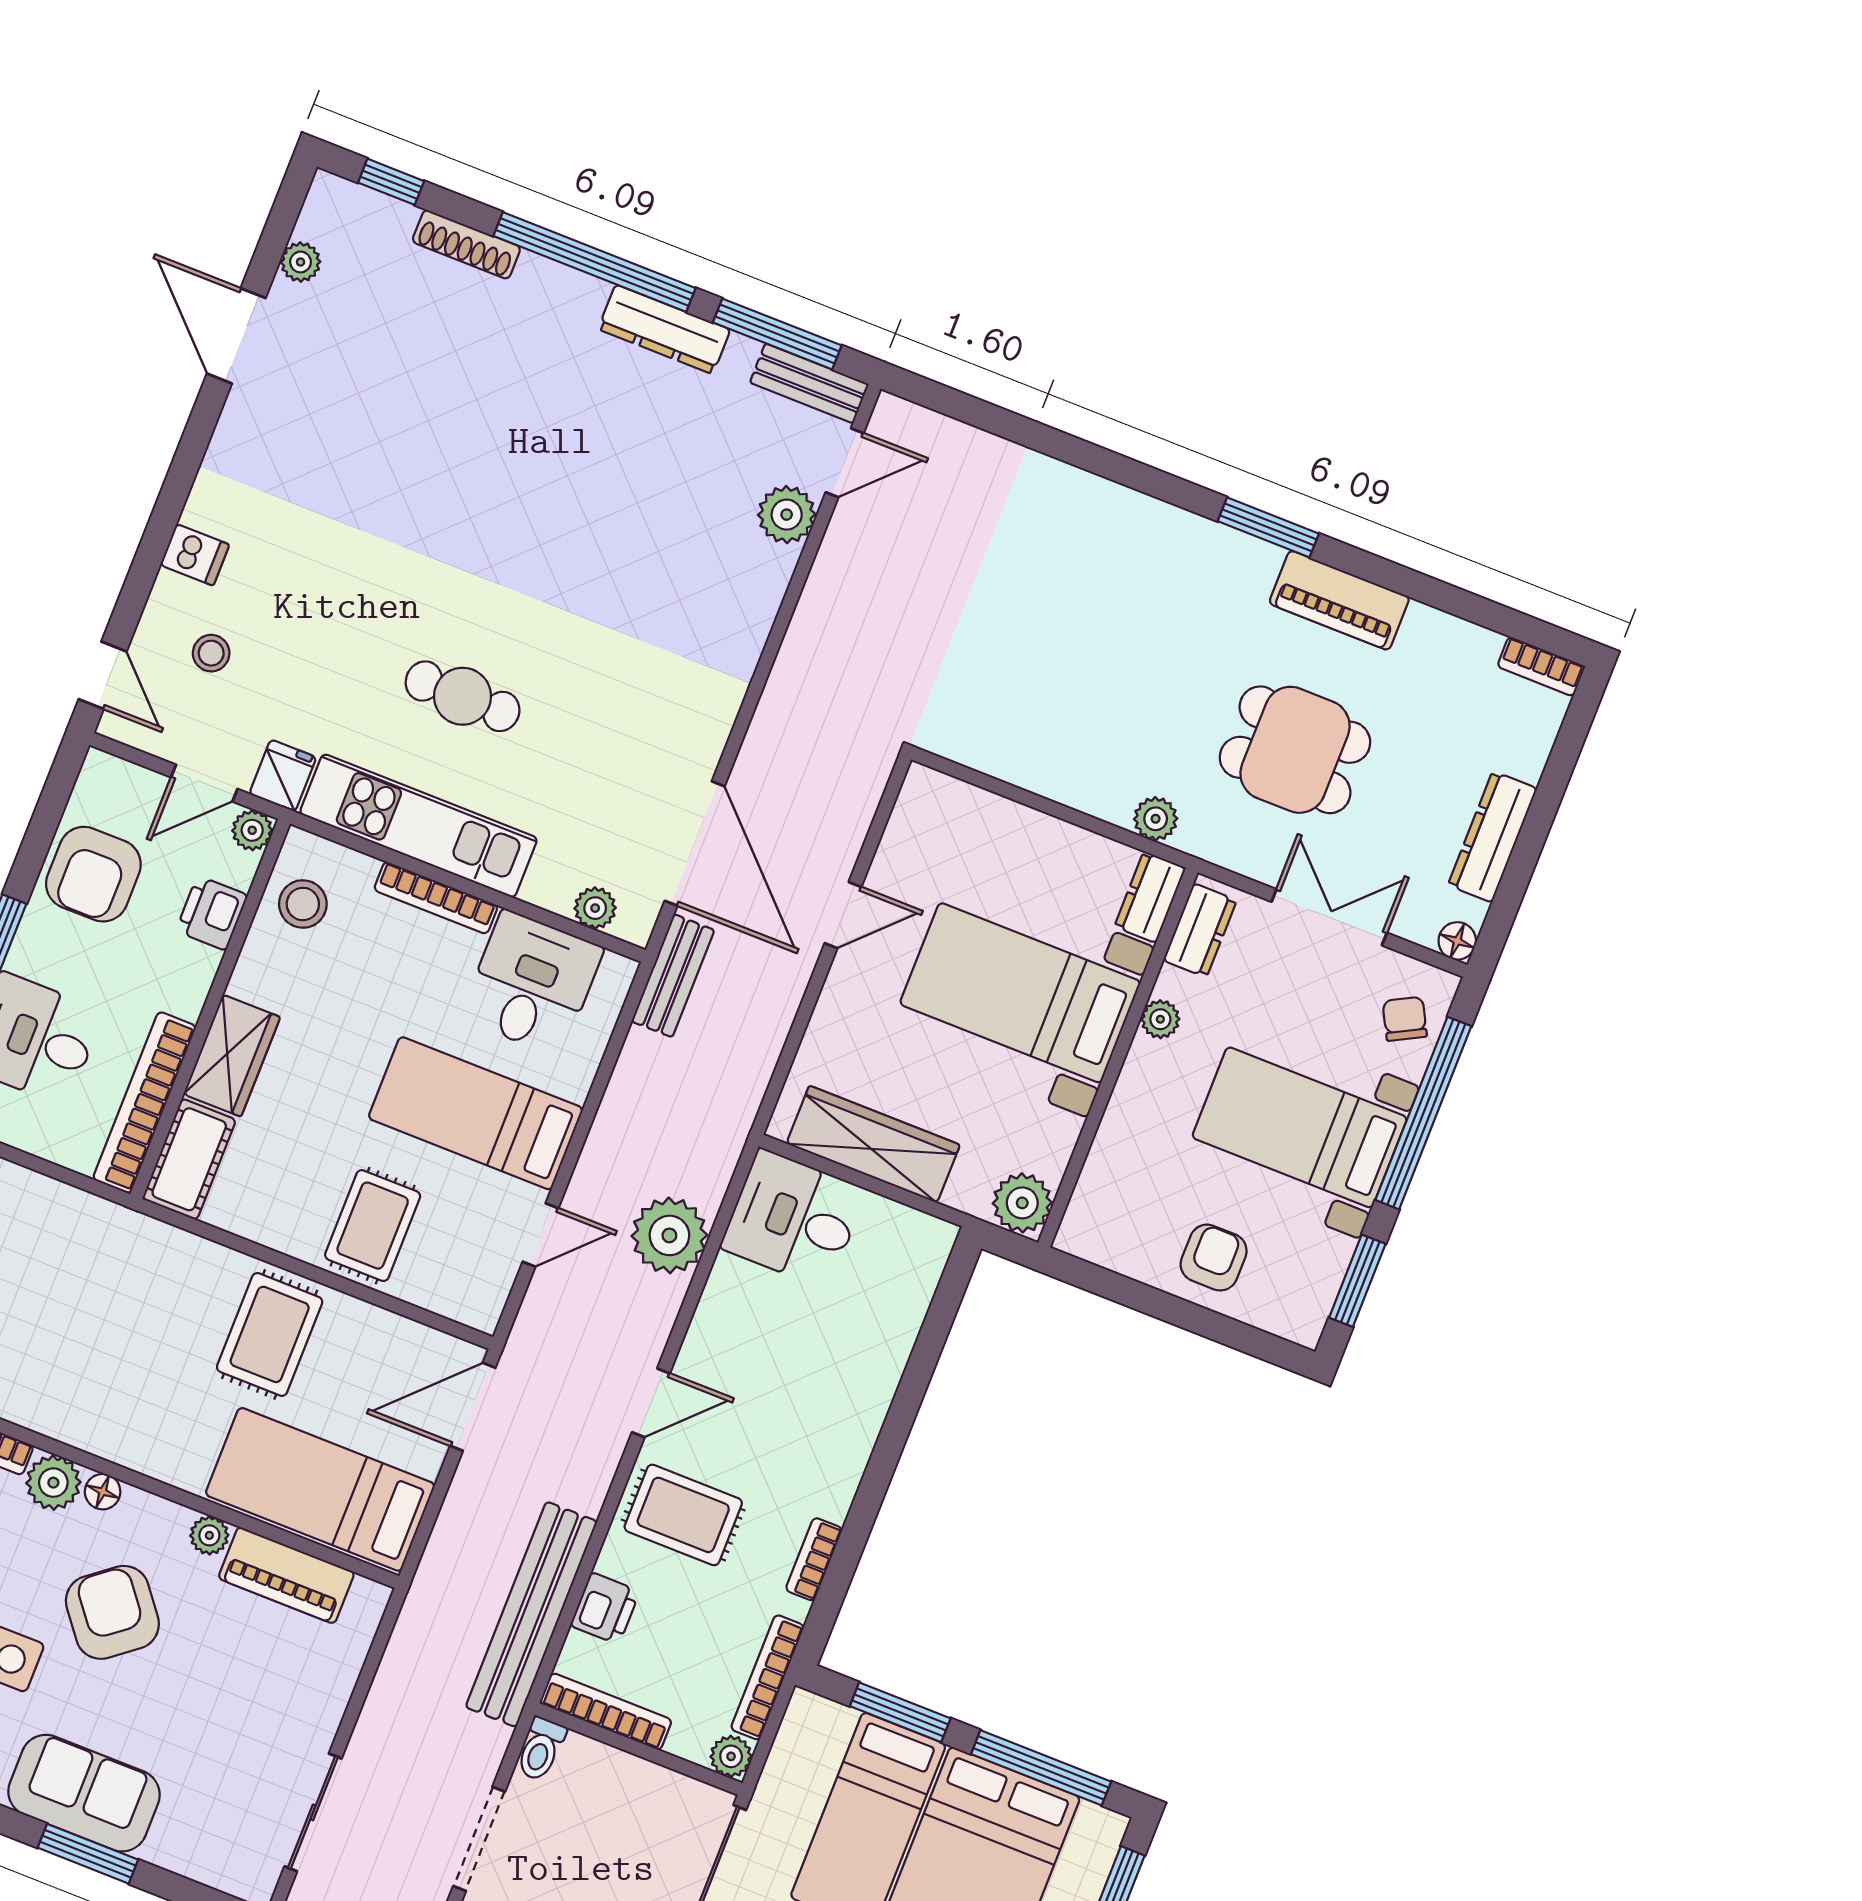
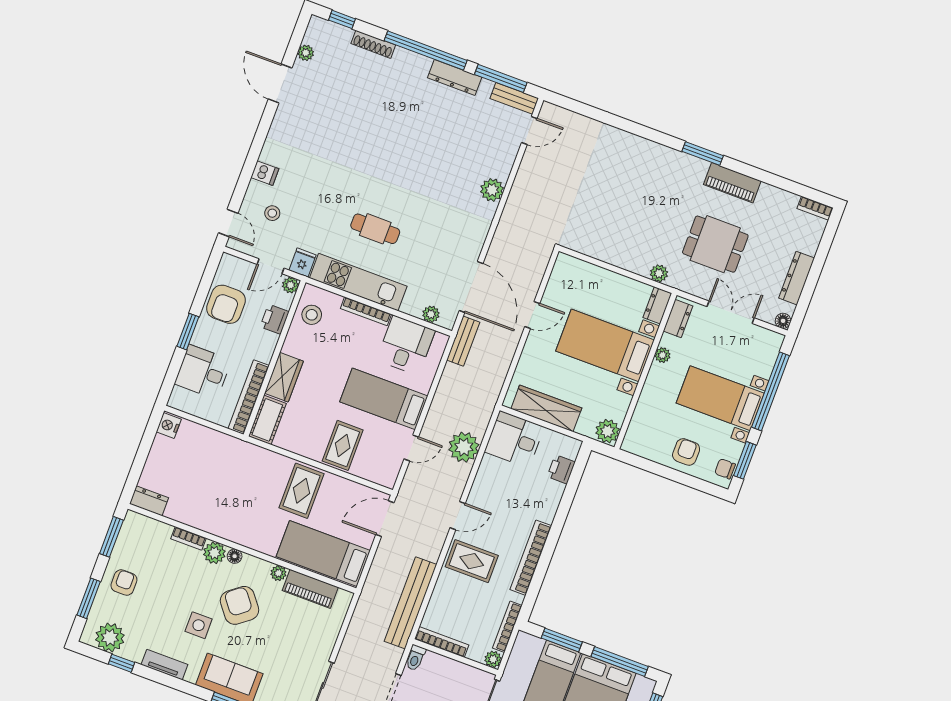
plant: (787, 515) -> (492, 190), moved
chair: (1405, 1019) -> (725, 469), moved, turned -62
bookcase: (814, 1559) -> (531, 558), width x2.31, depth x1.31
printer: (605, 1608) -> (561, 469), moved, turned 180

